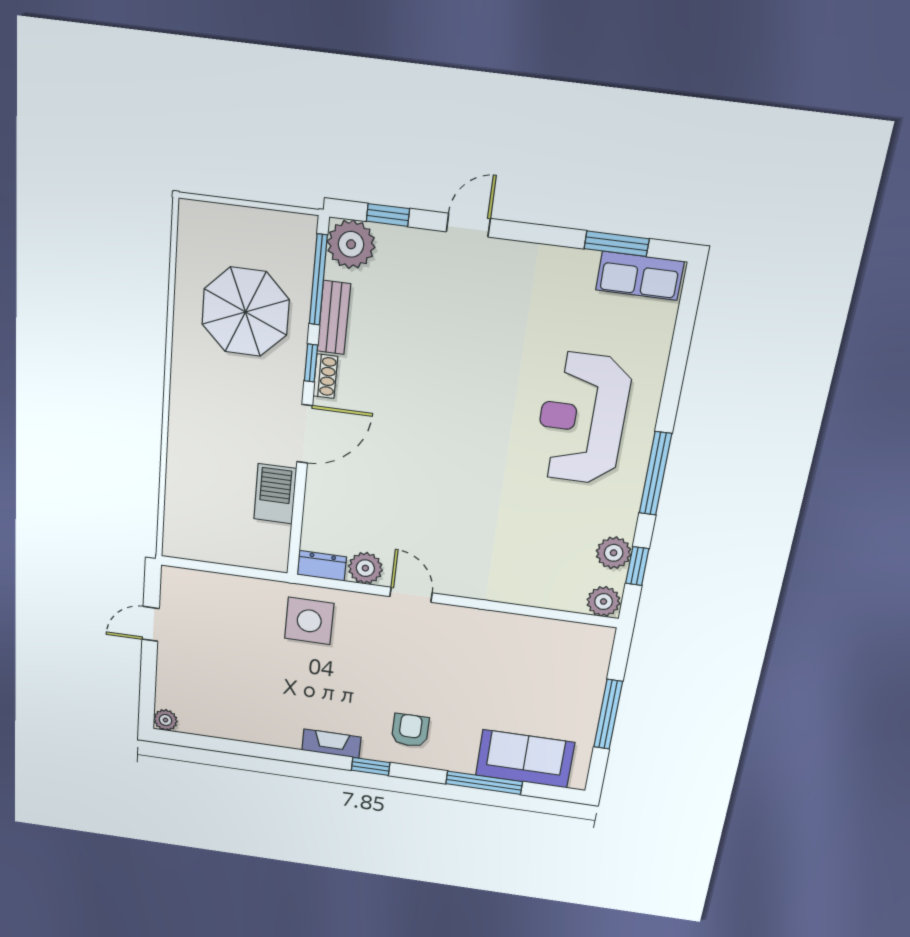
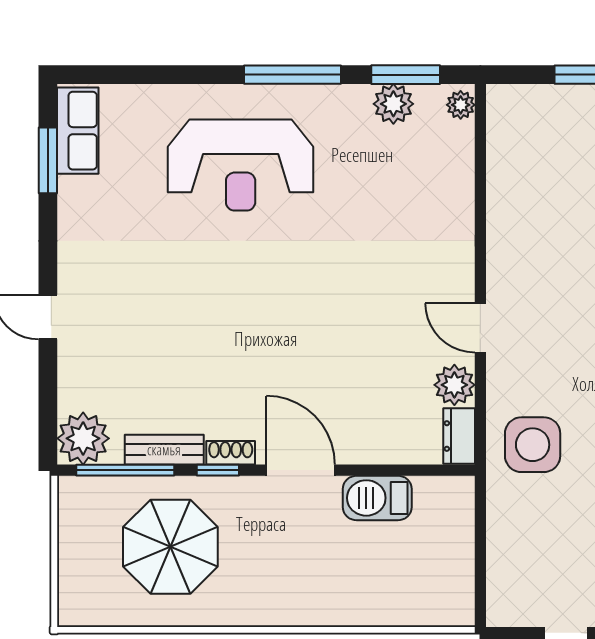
window: (388, 215) -> (48, 403), removed
window: (637, 566) -> (406, 75), width x1.50
door: (411, 595) -> (480, 328), hinge flipped
plant: (604, 602) -> (461, 105), width x0.73, depth x0.73

